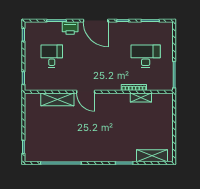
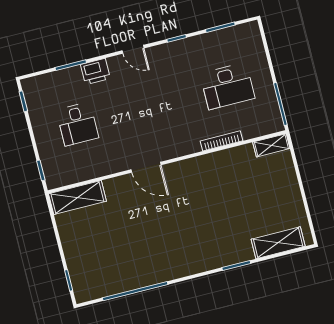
door: (96, 21) -> (133, 49), width x0.53
desk: (52, 56) -> (77, 124), turned 180
desk: (146, 56) -> (227, 86), turned 180
shelving: (141, 97) -> (271, 145), moved
shelving: (57, 99) -> (77, 198), moved

